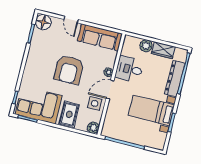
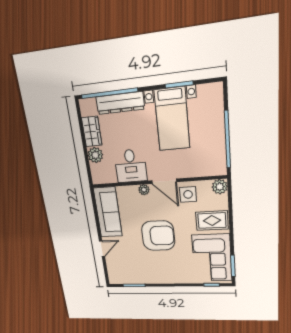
floor lamp: (43, 22) -> (117, 276), removed

